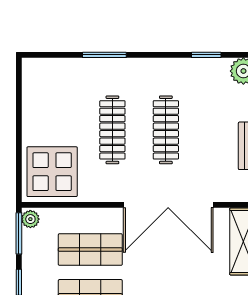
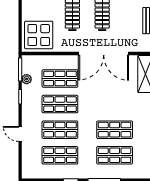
plant: (30, 219) -> (27, 79), moved

